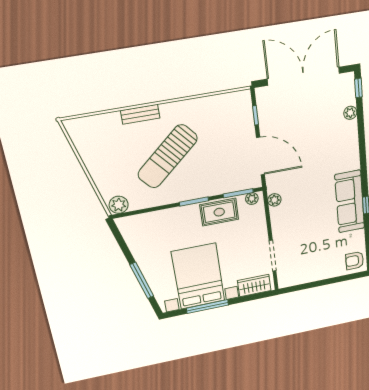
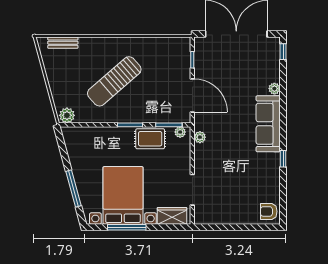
plant: (350, 113) -> (274, 89), moved
bench: (140, 114) -> (63, 43), moved
sofa: (350, 202) -> (268, 124), moved

